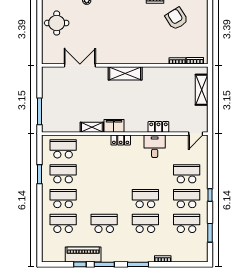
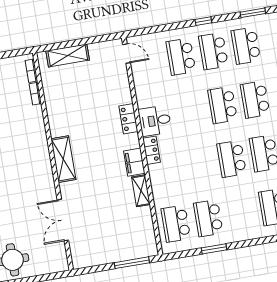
locker: (158, 127) -> (128, 119), moved
desk: (155, 146) -> (155, 121), moved
school desk: (63, 199) -> (232, 159), moved

